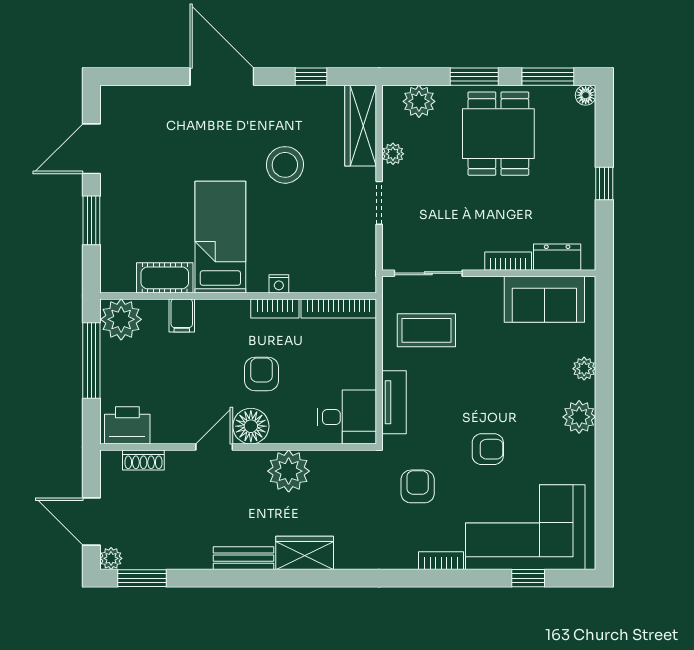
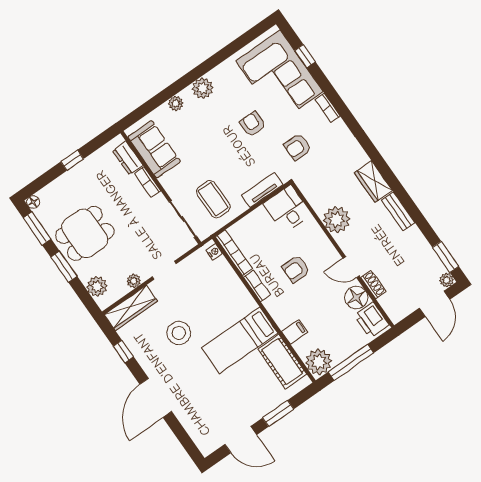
cot: (165, 278) -> (282, 362), width x1.37, depth x1.34
nightstand: (279, 284) -> (214, 252), moved
floor lamp: (251, 426) -> (356, 298), moved
shoe rack: (143, 460) -> (373, 284), moved

